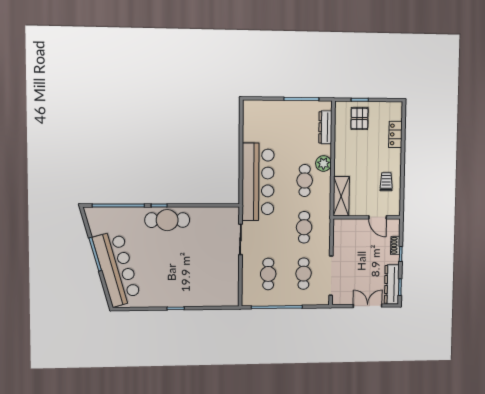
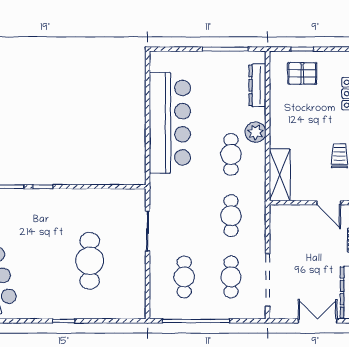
pallet: (359, 119) -> (302, 73), turned 90
bar counter: (258, 182) -> (170, 123), moved
cafe table: (167, 220) -> (90, 261), moved, turned 90

